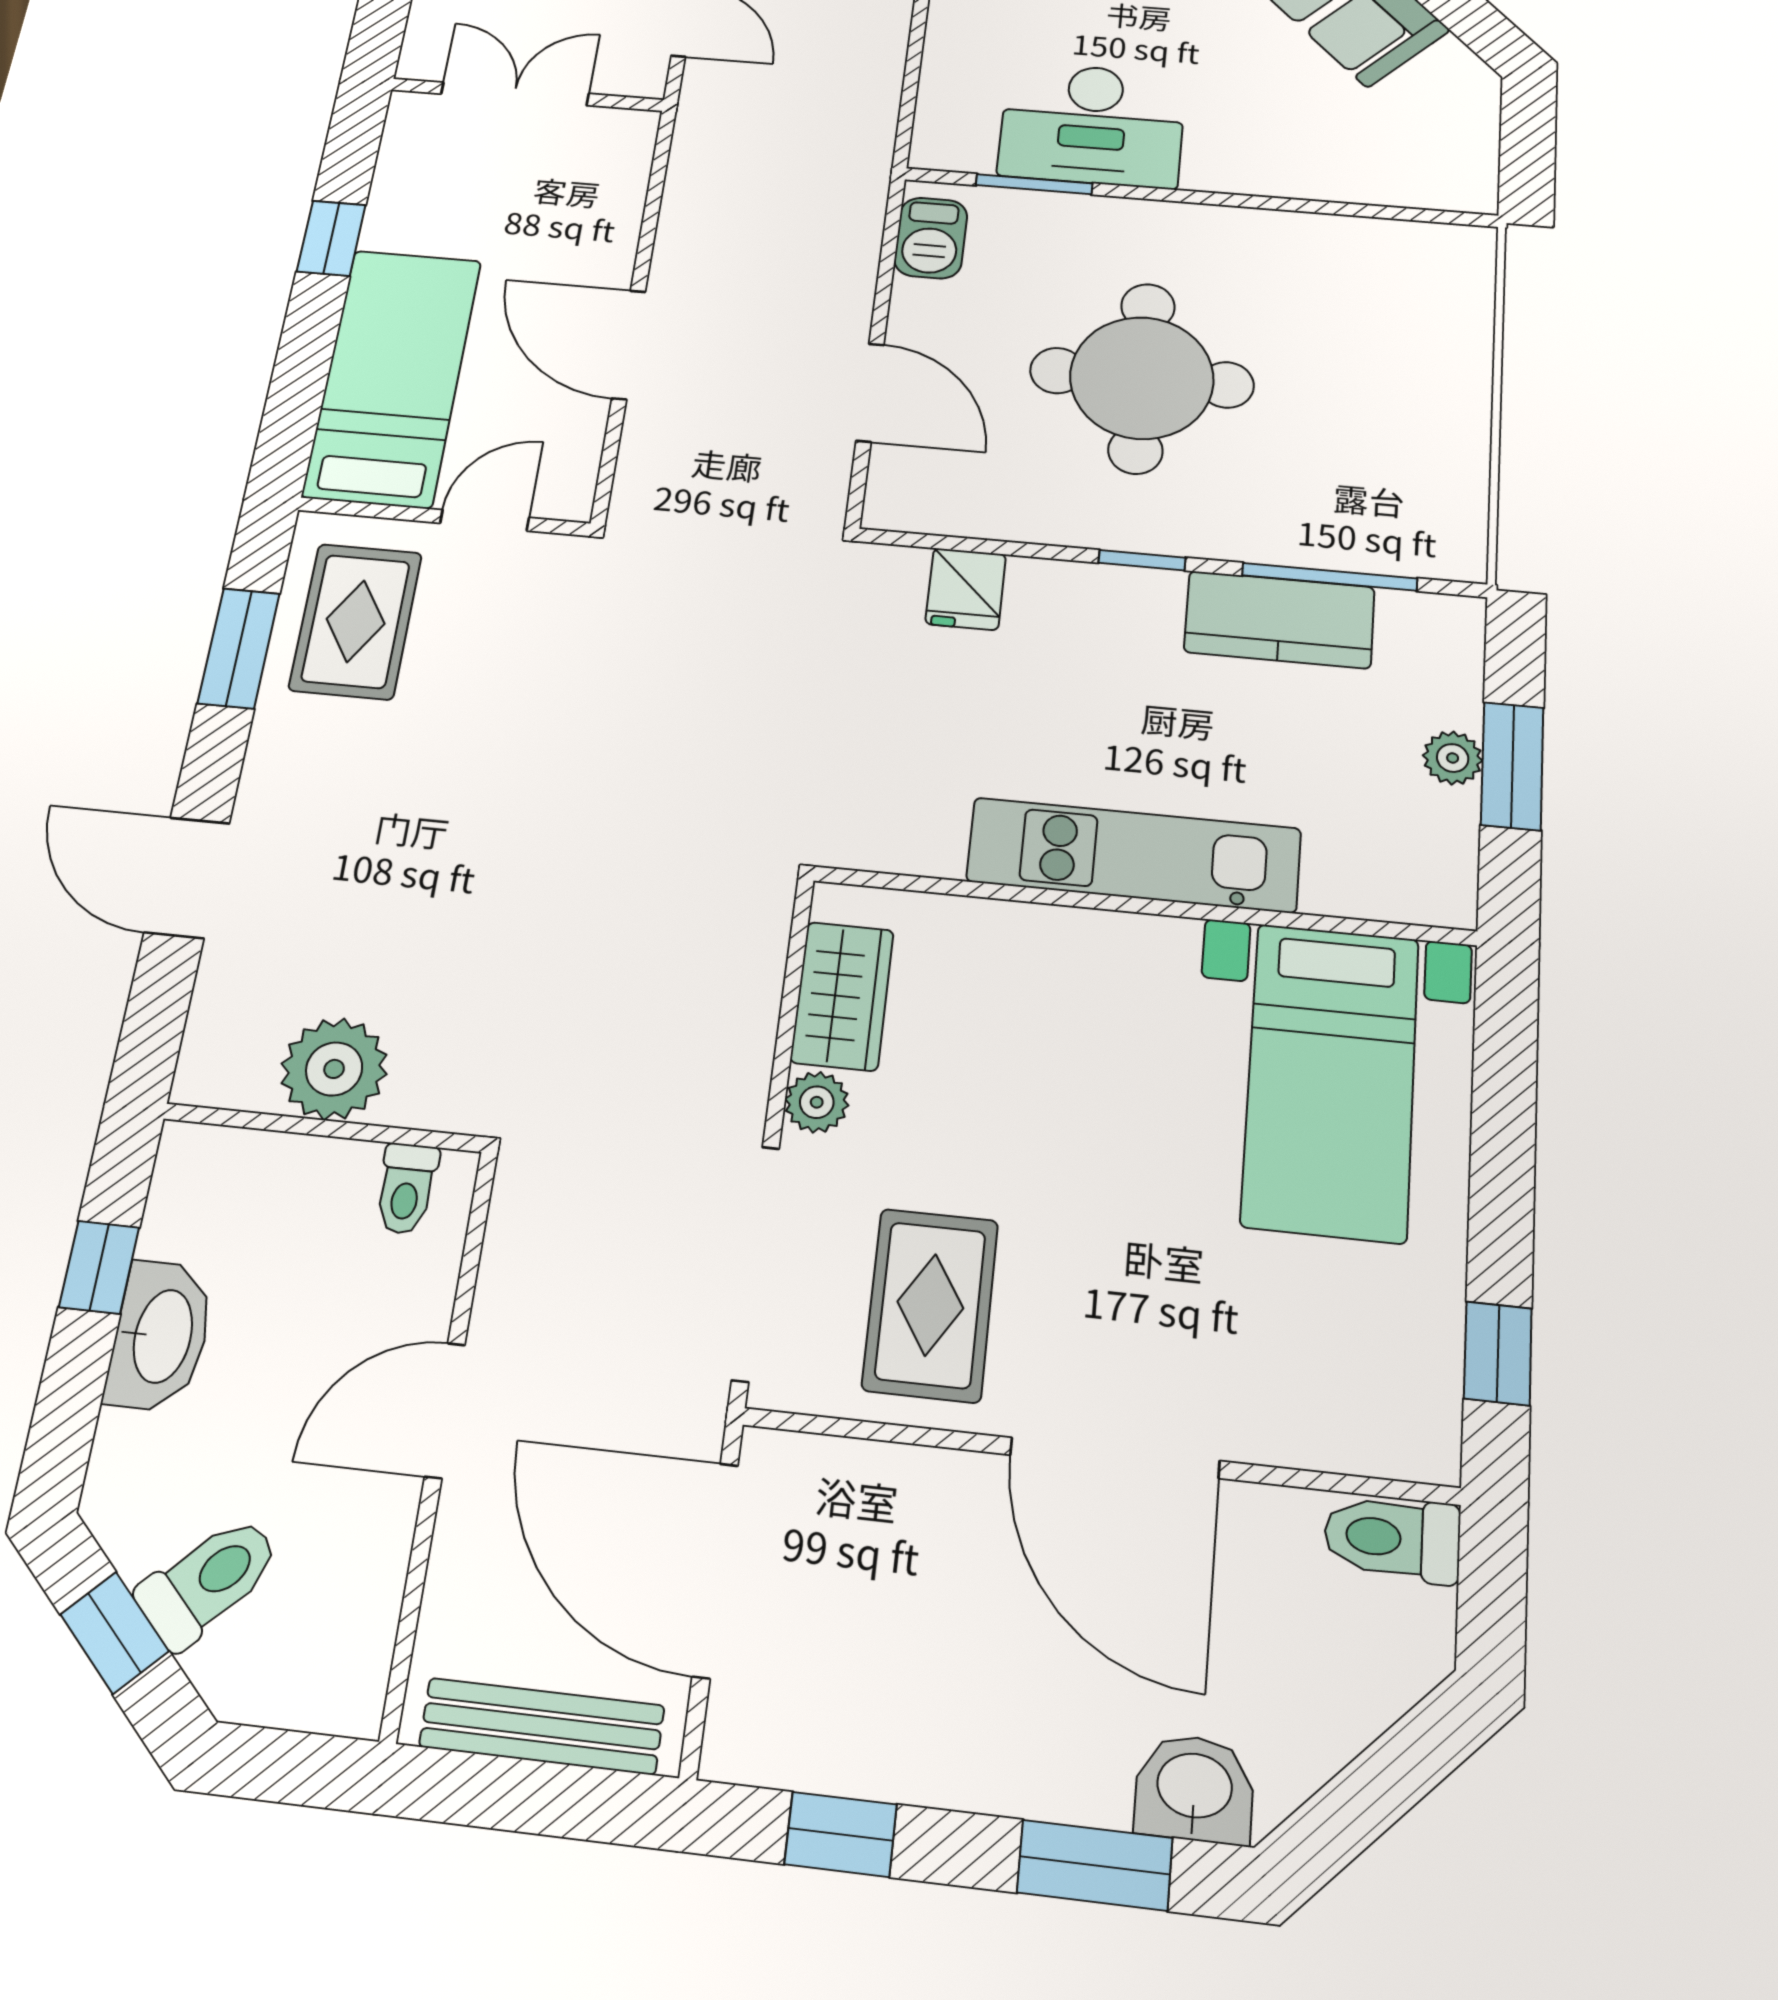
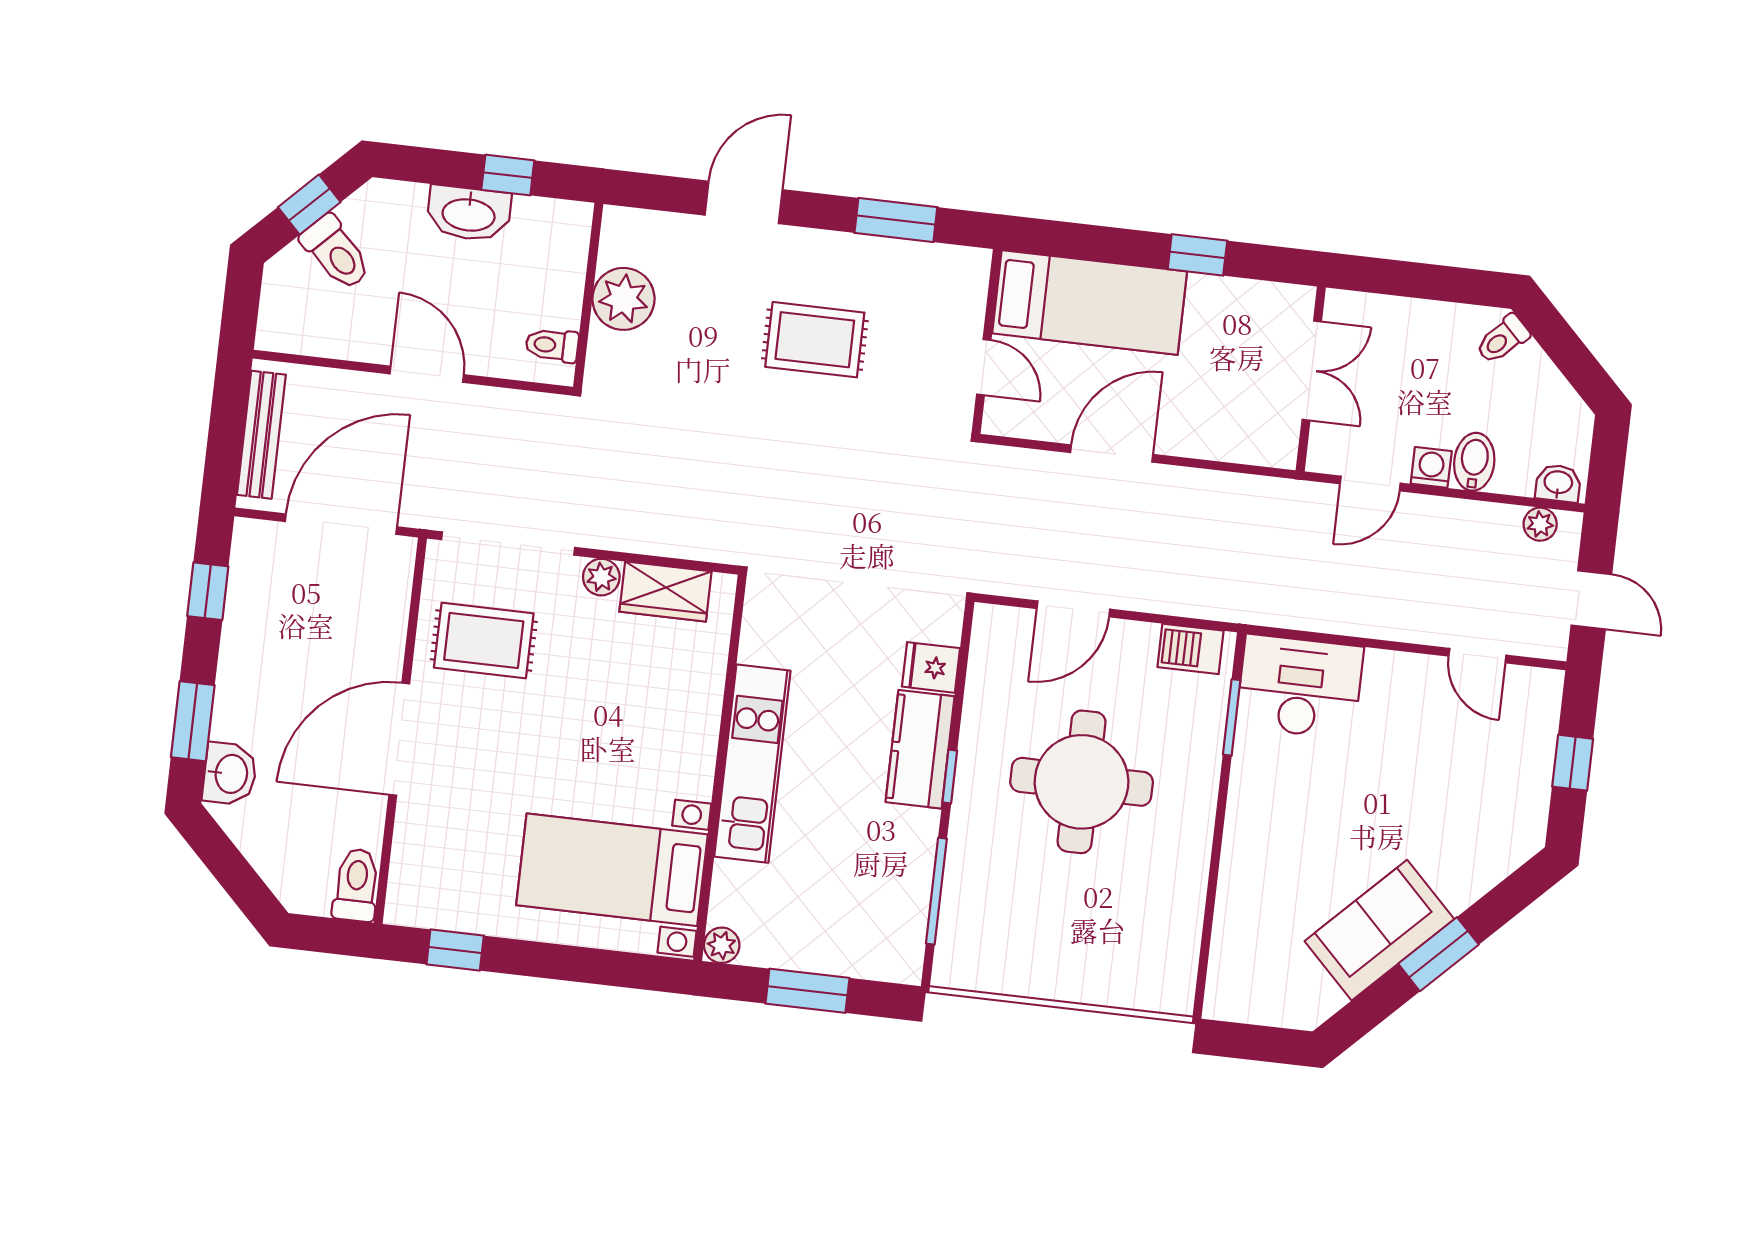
desk: (1092, 125) -> (1300, 687), moved, turned 90
kitchen counter: (1279, 620) -> (920, 749), moved
rug: (356, 621) -> (815, 340), moved
plant: (1453, 758) -> (722, 945), moved

